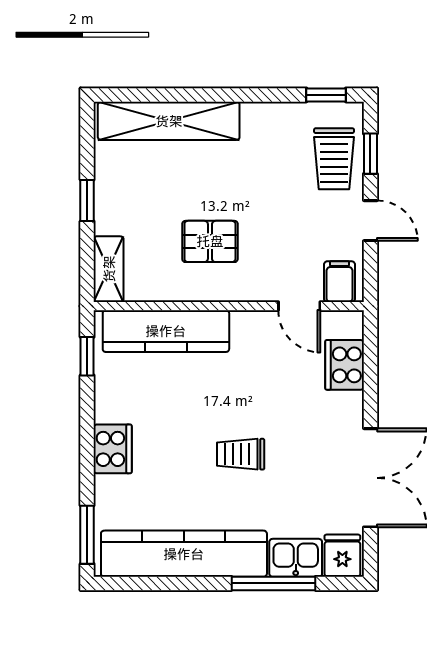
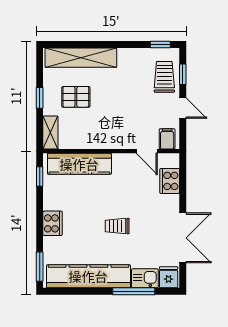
trolley: (334, 159) -> (164, 77), turned 180
pallet: (210, 241) -> (76, 97), moved

